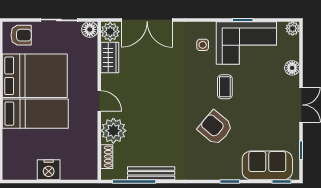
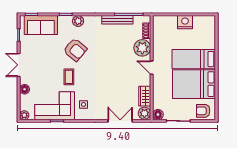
double door: (147, 20) -> (120, 121), width x0.73
plant: (211, 171) -> (78, 21), added

